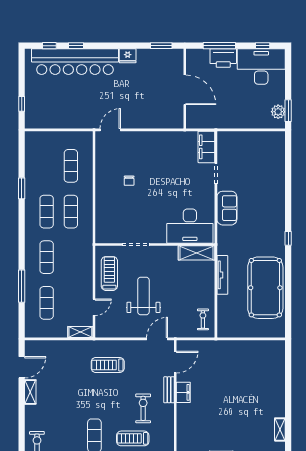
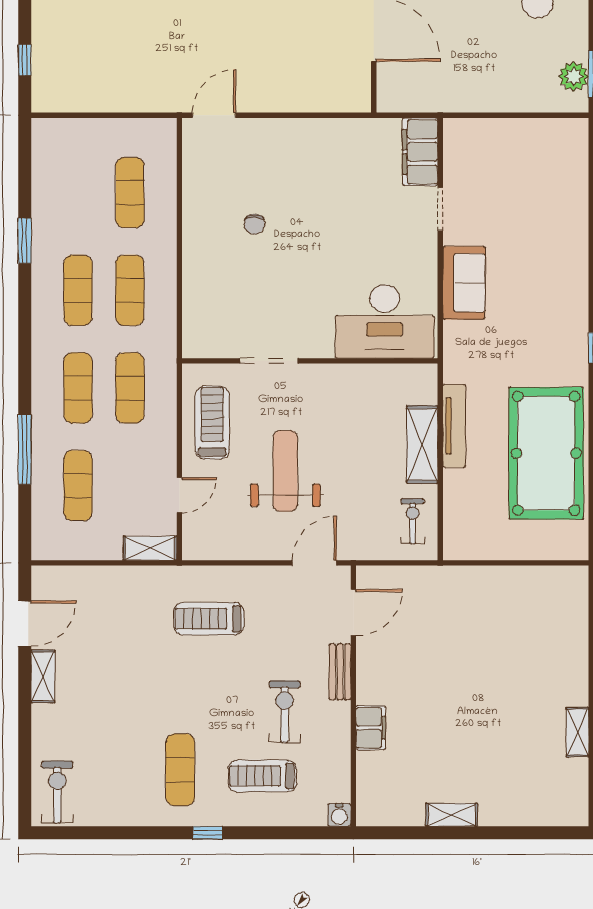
shelving: (197, 253) -> (422, 444), moved, turned 90
exercise mat: (71, 257) -> (130, 388), added
filing cabinet: (183, 392) -> (371, 728), moved
shelving: (280, 429) -> (577, 732), moved

